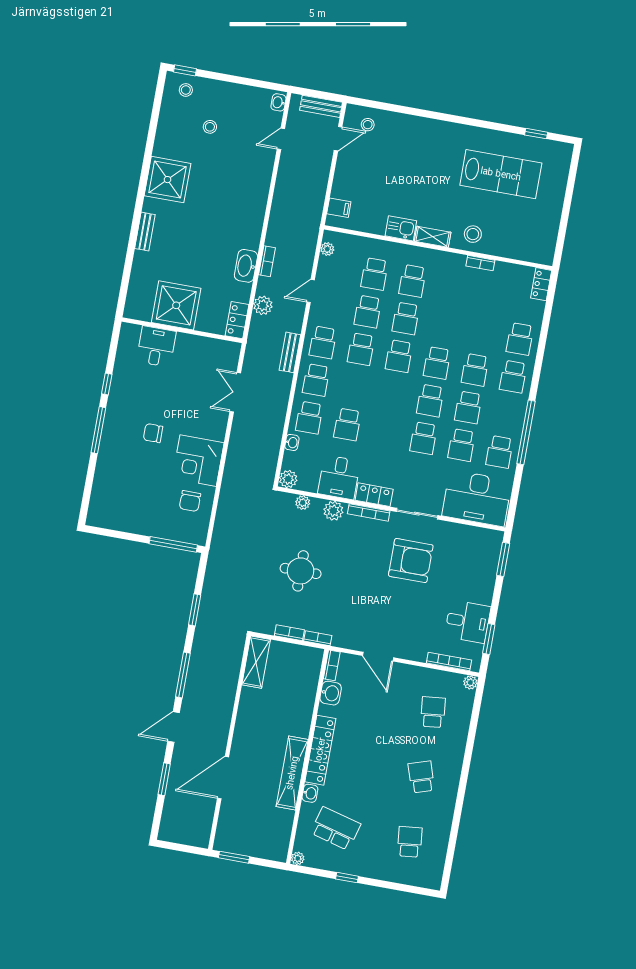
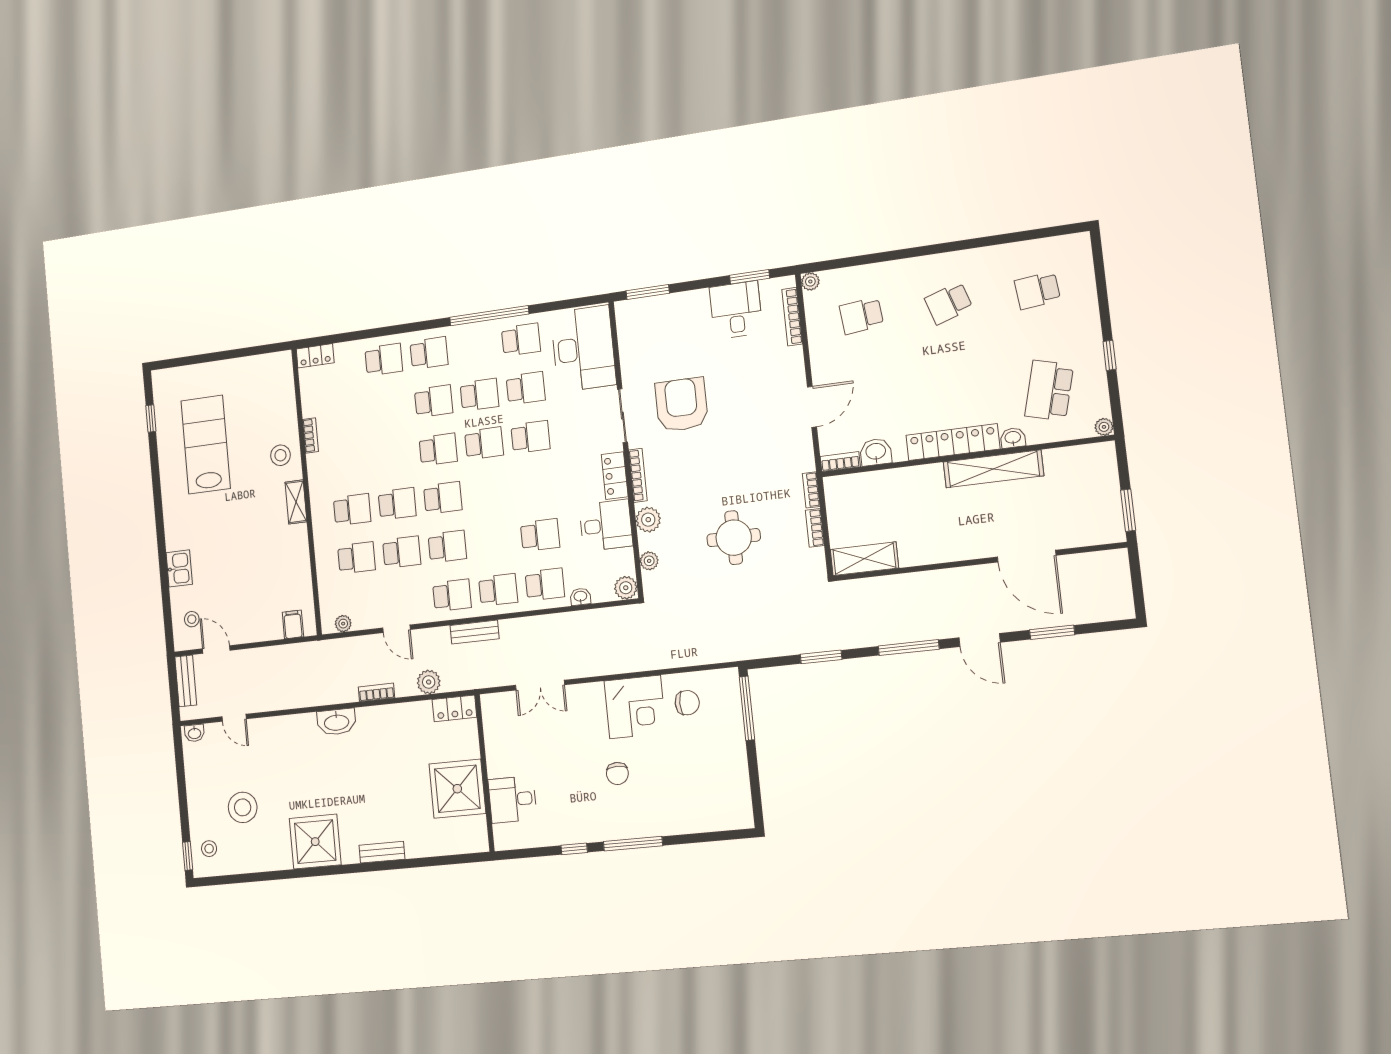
stool: (210, 127) -> (243, 807), width x1.89, depth x1.89
kitchen sink: (401, 228) -> (179, 568), moved, turned 180
washbasin: (246, 266) -> (336, 722), moved

